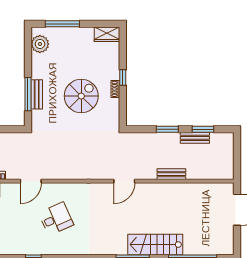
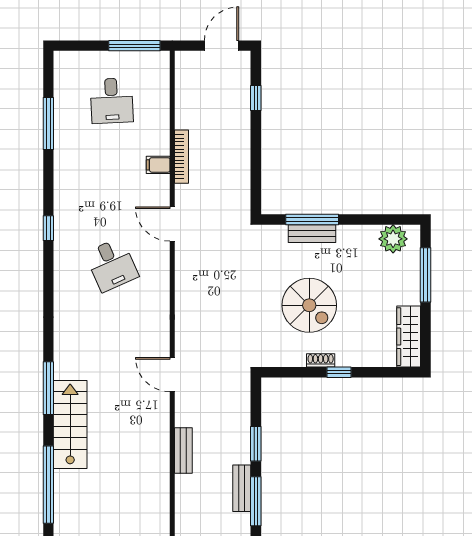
wardrobe: (107, 34) -> (409, 337), width x1.50
window: (203, 129) -> (256, 501), width x1.44

